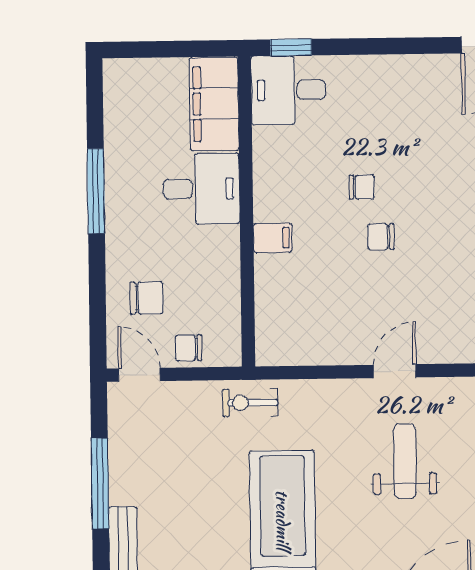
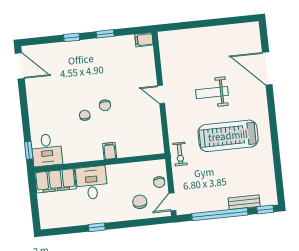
window: (96, 191) -> (97, 227), width x0.46
weight bench: (405, 461) -> (212, 93), moved
window: (100, 484) -> (220, 214), width x1.46

